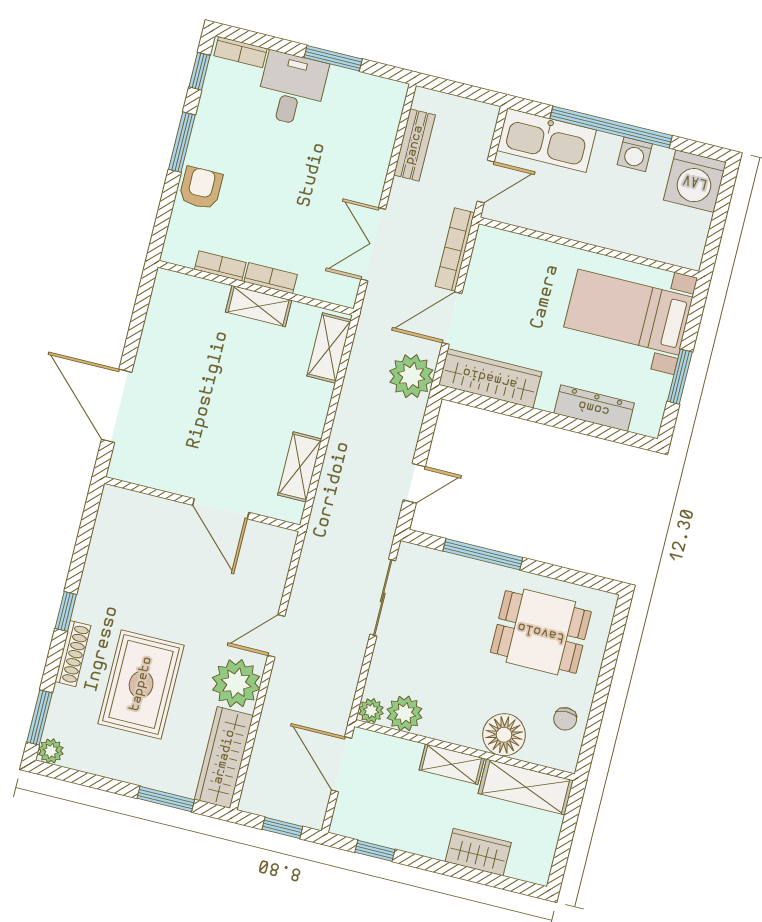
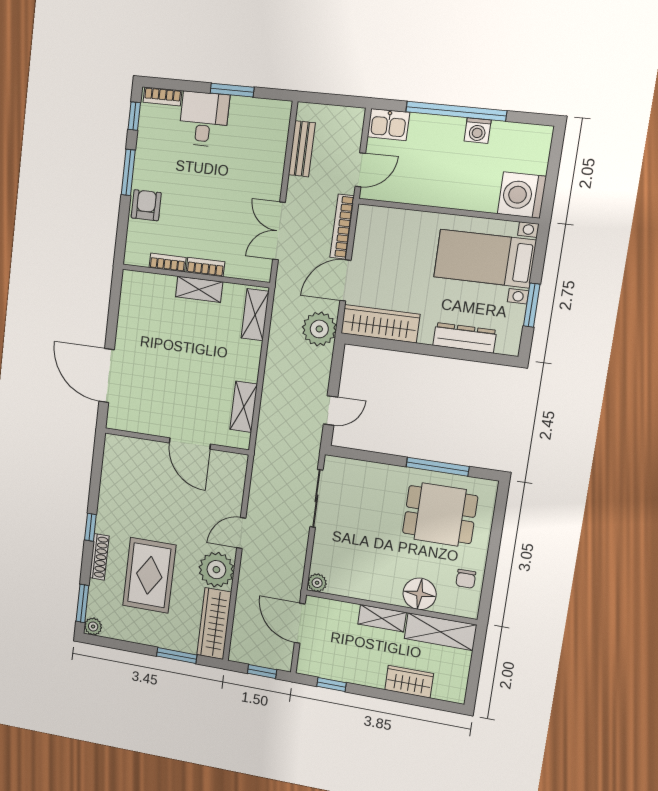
kitchen sink: (546, 140) -> (388, 125), width x0.53, depth x0.81
washing machine: (695, 181) -> (522, 195), moved, turned 90
window: (483, 554) -> (438, 467), moved
plant: (404, 713) -> (342, 583), removed

